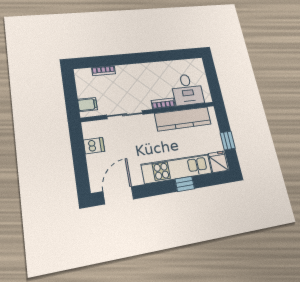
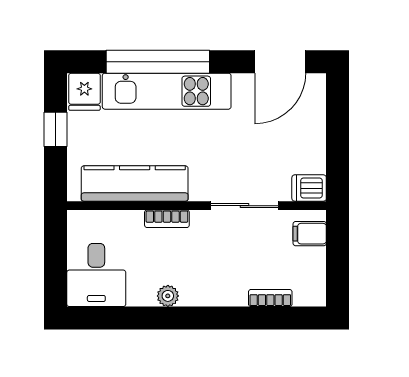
plant: (155, 67) -> (168, 296), added
desk: (187, 90) -> (96, 275), moved, turned 180
dishwasher: (94, 146) -> (309, 188), moved
window: (185, 184) -> (158, 62), width x3.17

